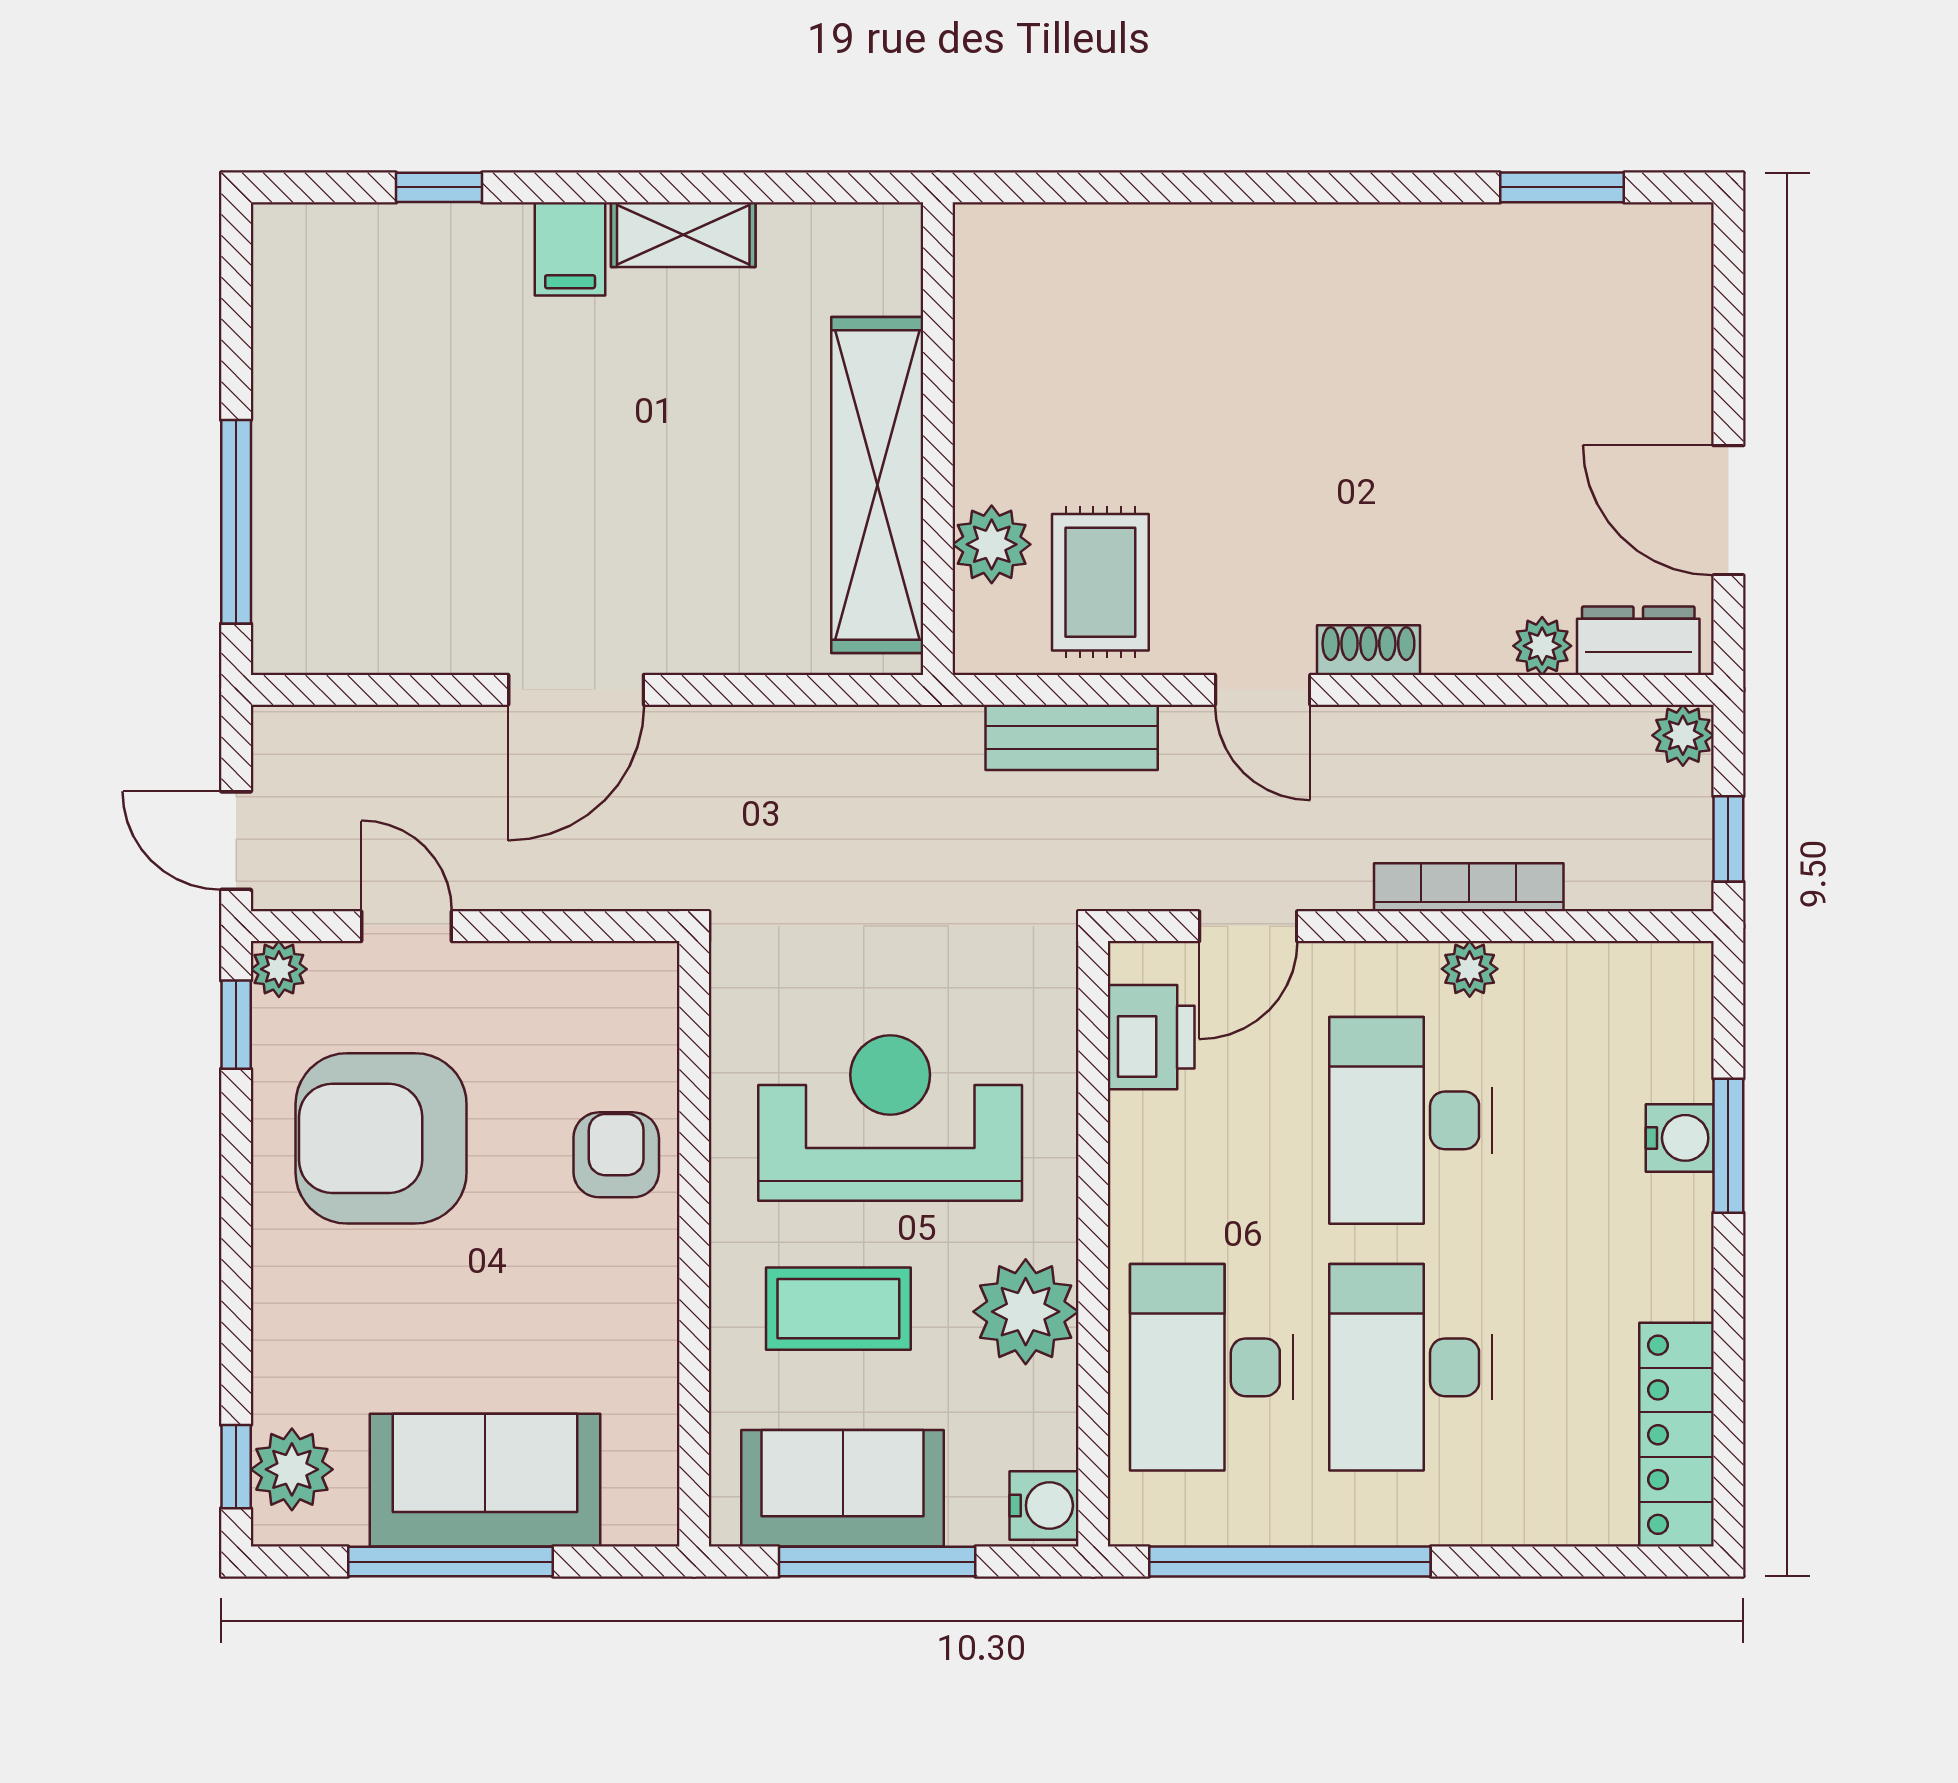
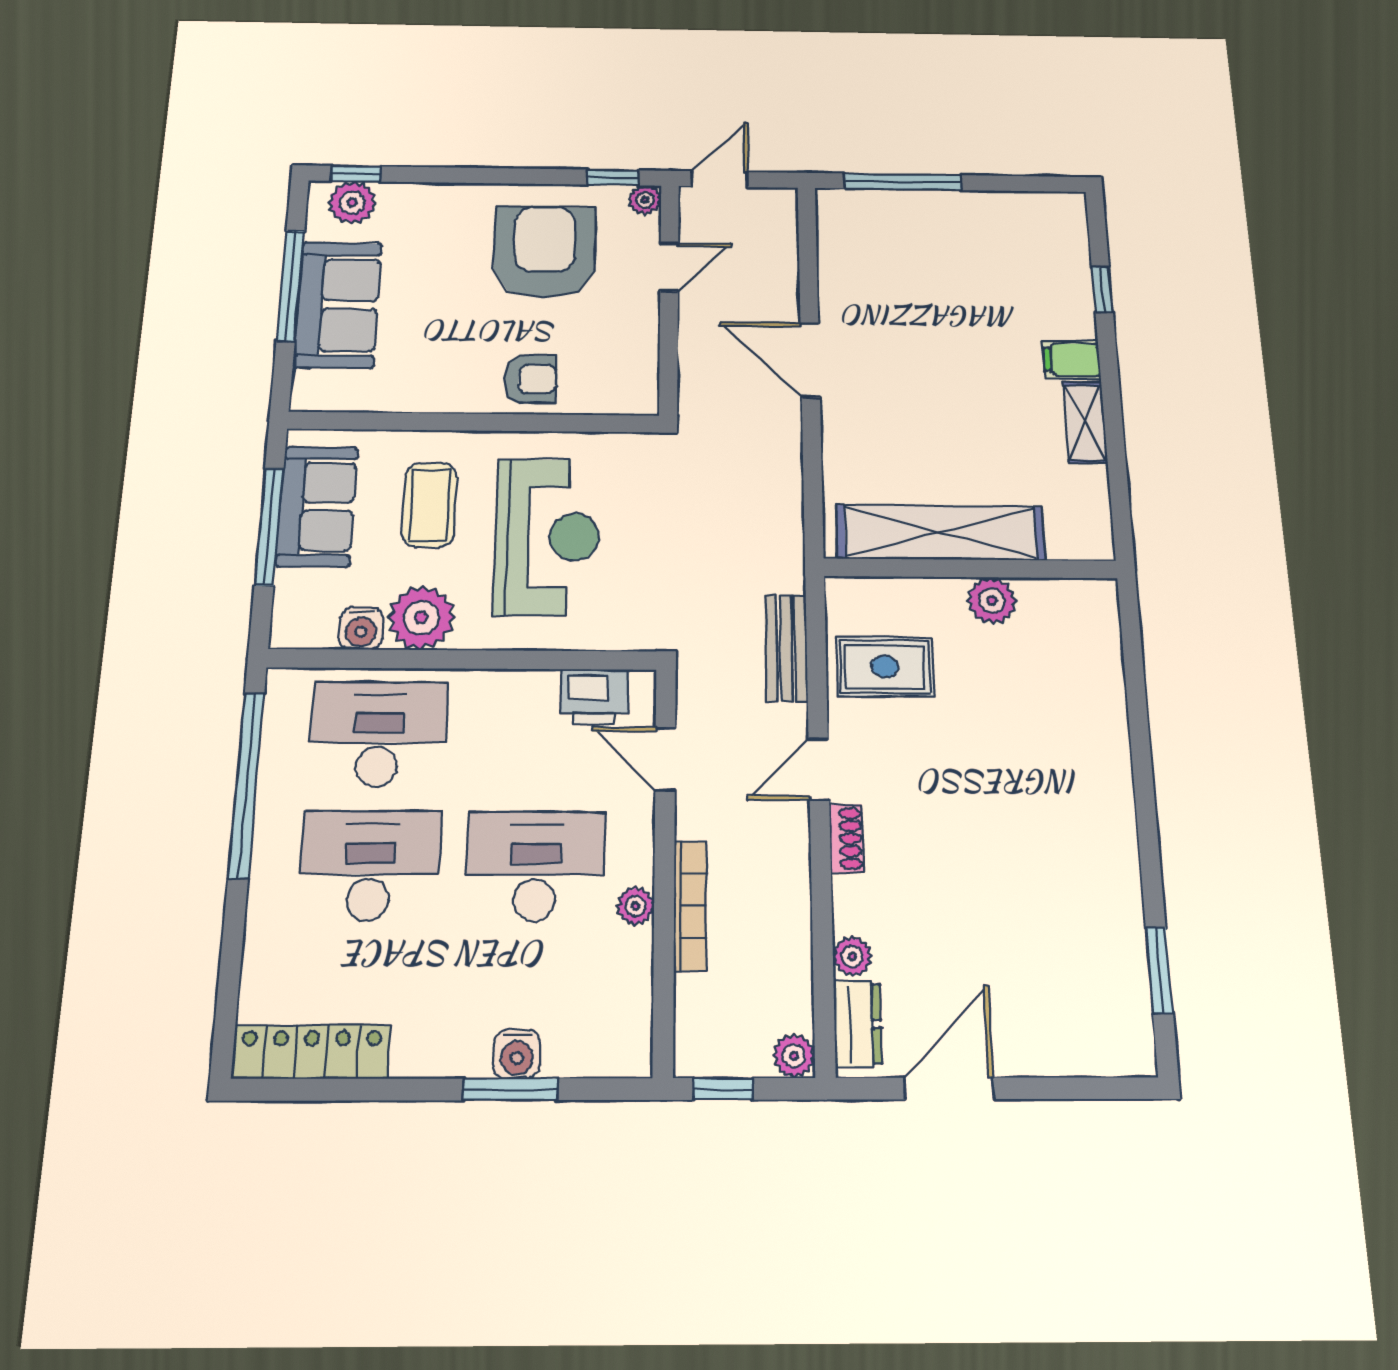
plant: (992, 544) -> (992, 601), moved
water cooler: (1044, 1506) -> (361, 628), moved

